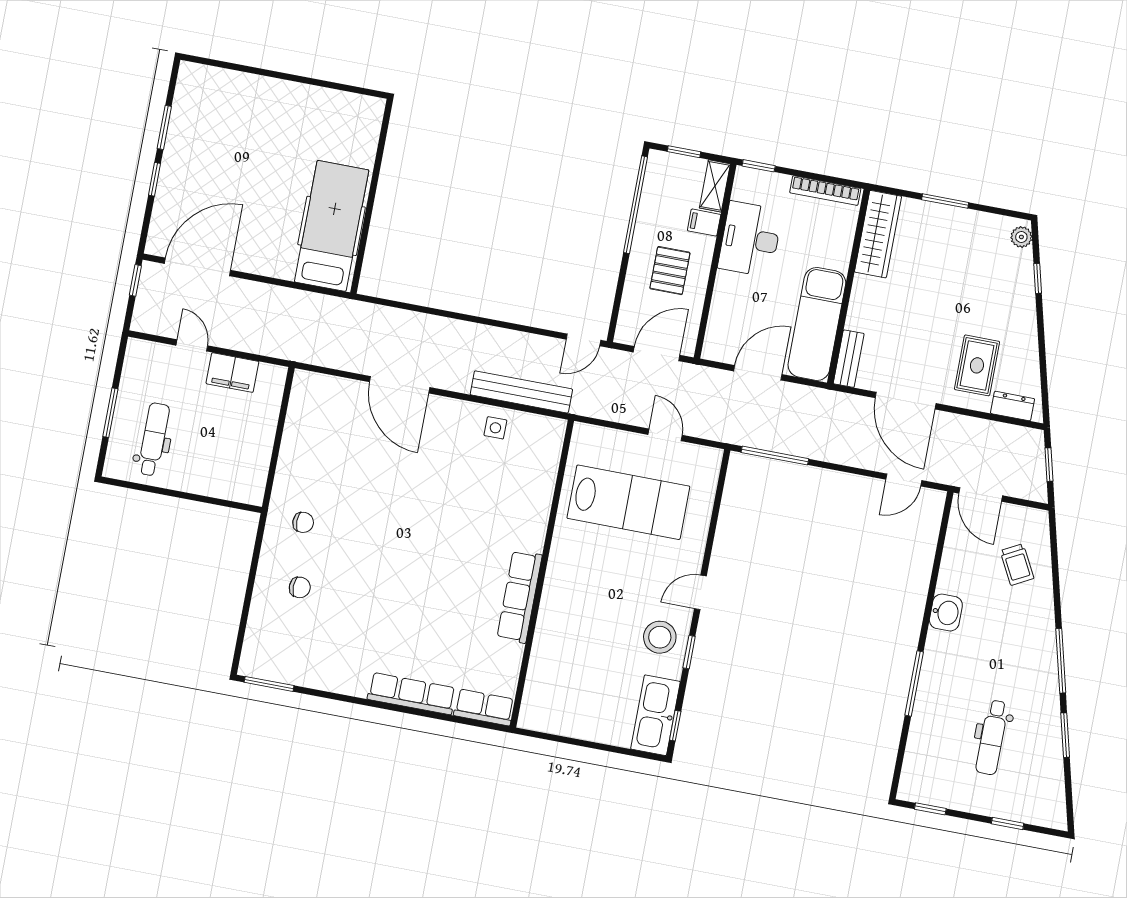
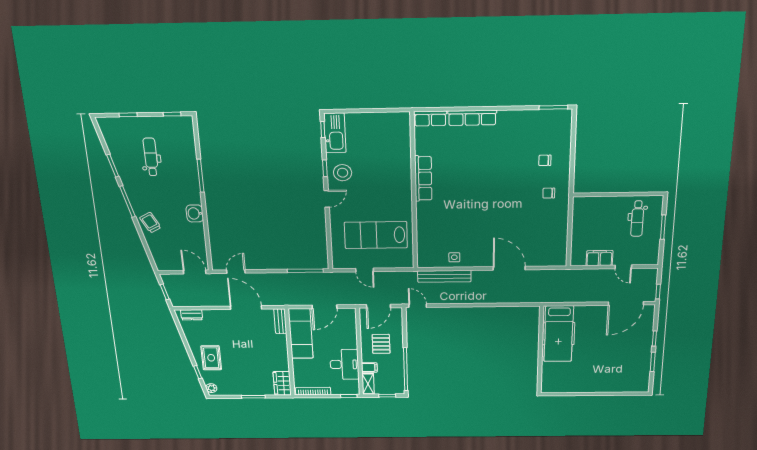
wardrobe: (878, 234) -> (282, 383), width x0.67
door: (583, 340) -> (418, 306), hinge flipped
rug: (977, 365) -> (211, 358), moved
trolley: (1017, 565) -> (150, 223), moved

